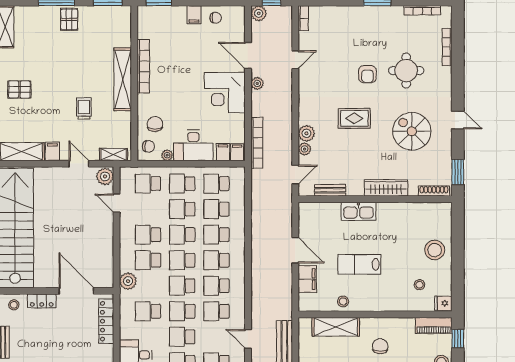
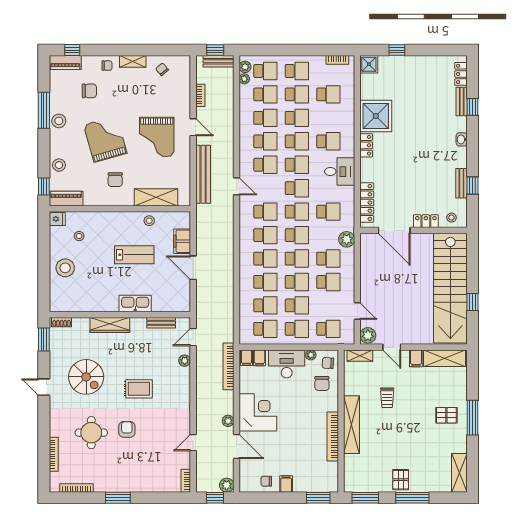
plant: (306, 133) -> (183, 375), removed
shoe rack: (434, 191) -> (62, 322), width x0.70

